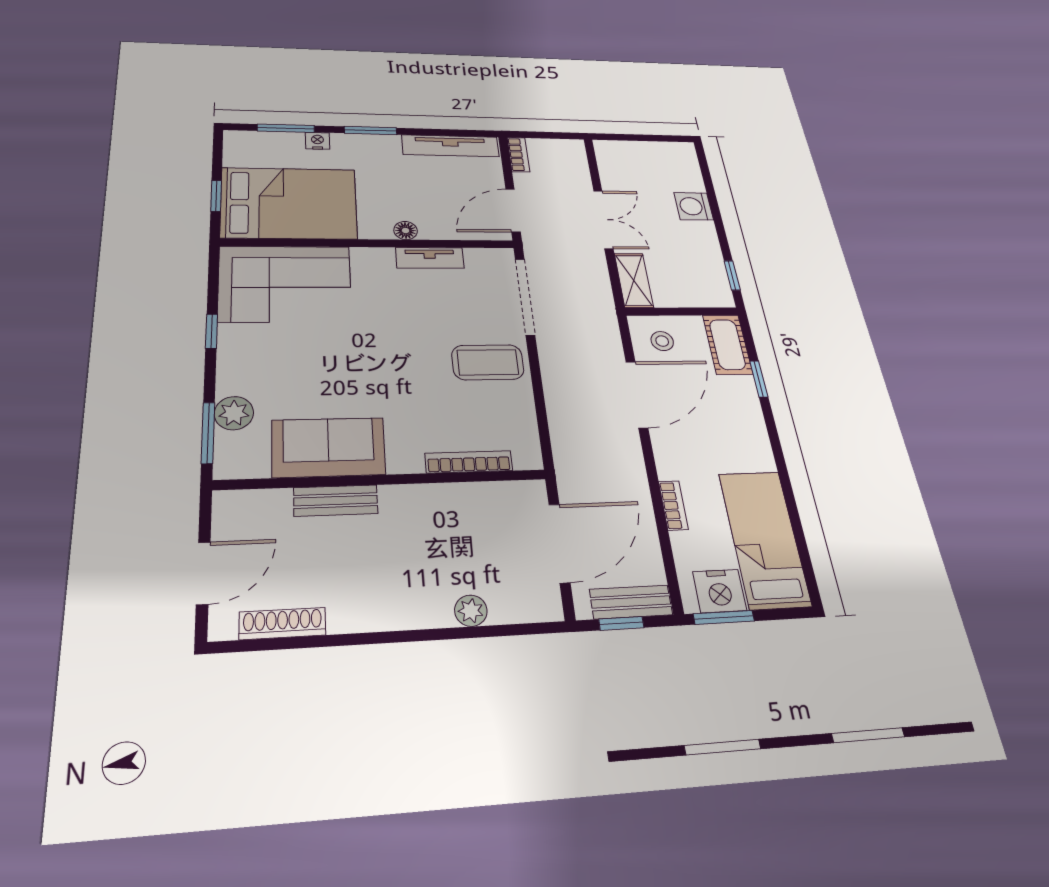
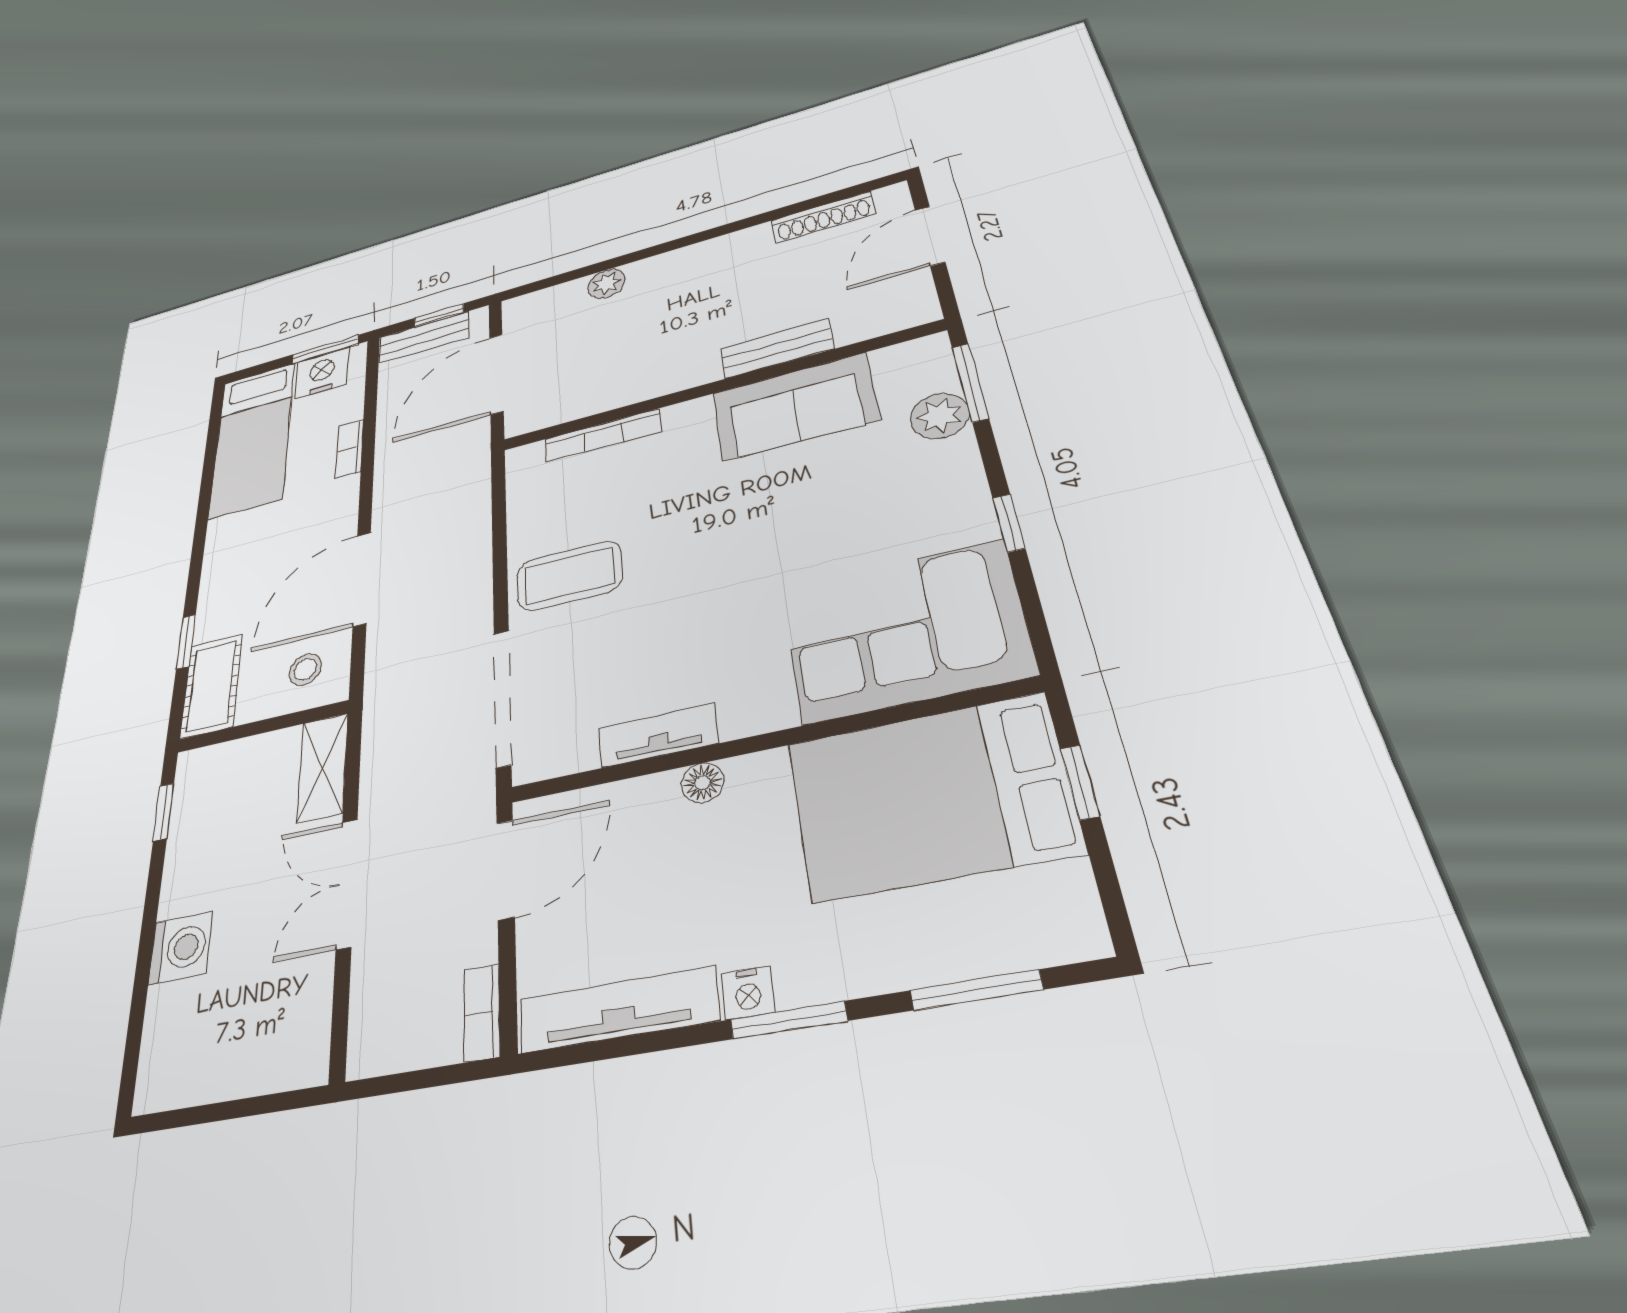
nightstand: (317, 141) -> (748, 993), moved

